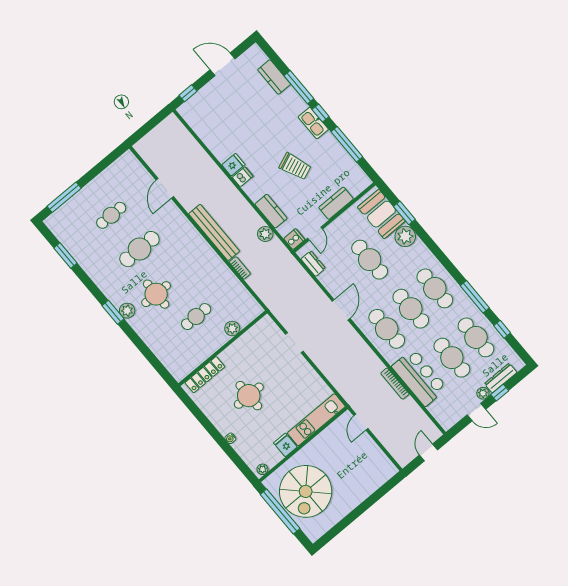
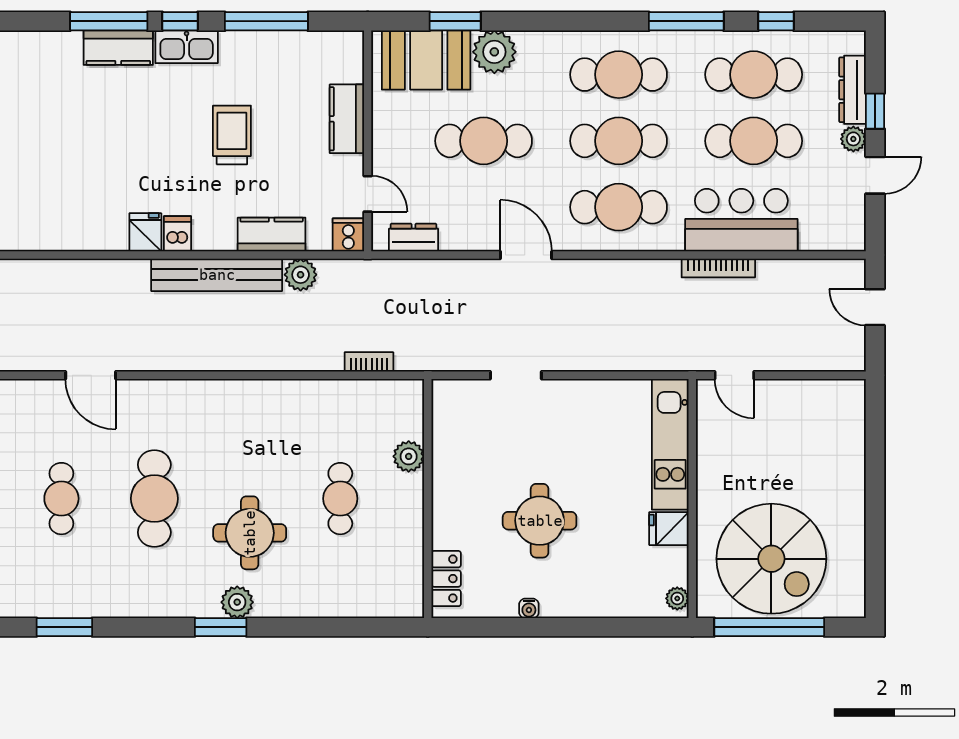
kitchen counter: (274, 77) -> (118, 48), moved
trolley: (295, 166) -> (232, 135), turned -68
bench: (214, 232) -> (217, 275), moved
bookcase: (240, 268) -> (369, 362), moved
locker: (205, 375) -> (446, 579), width x0.66
water cooler: (230, 438) -> (529, 608), moved

